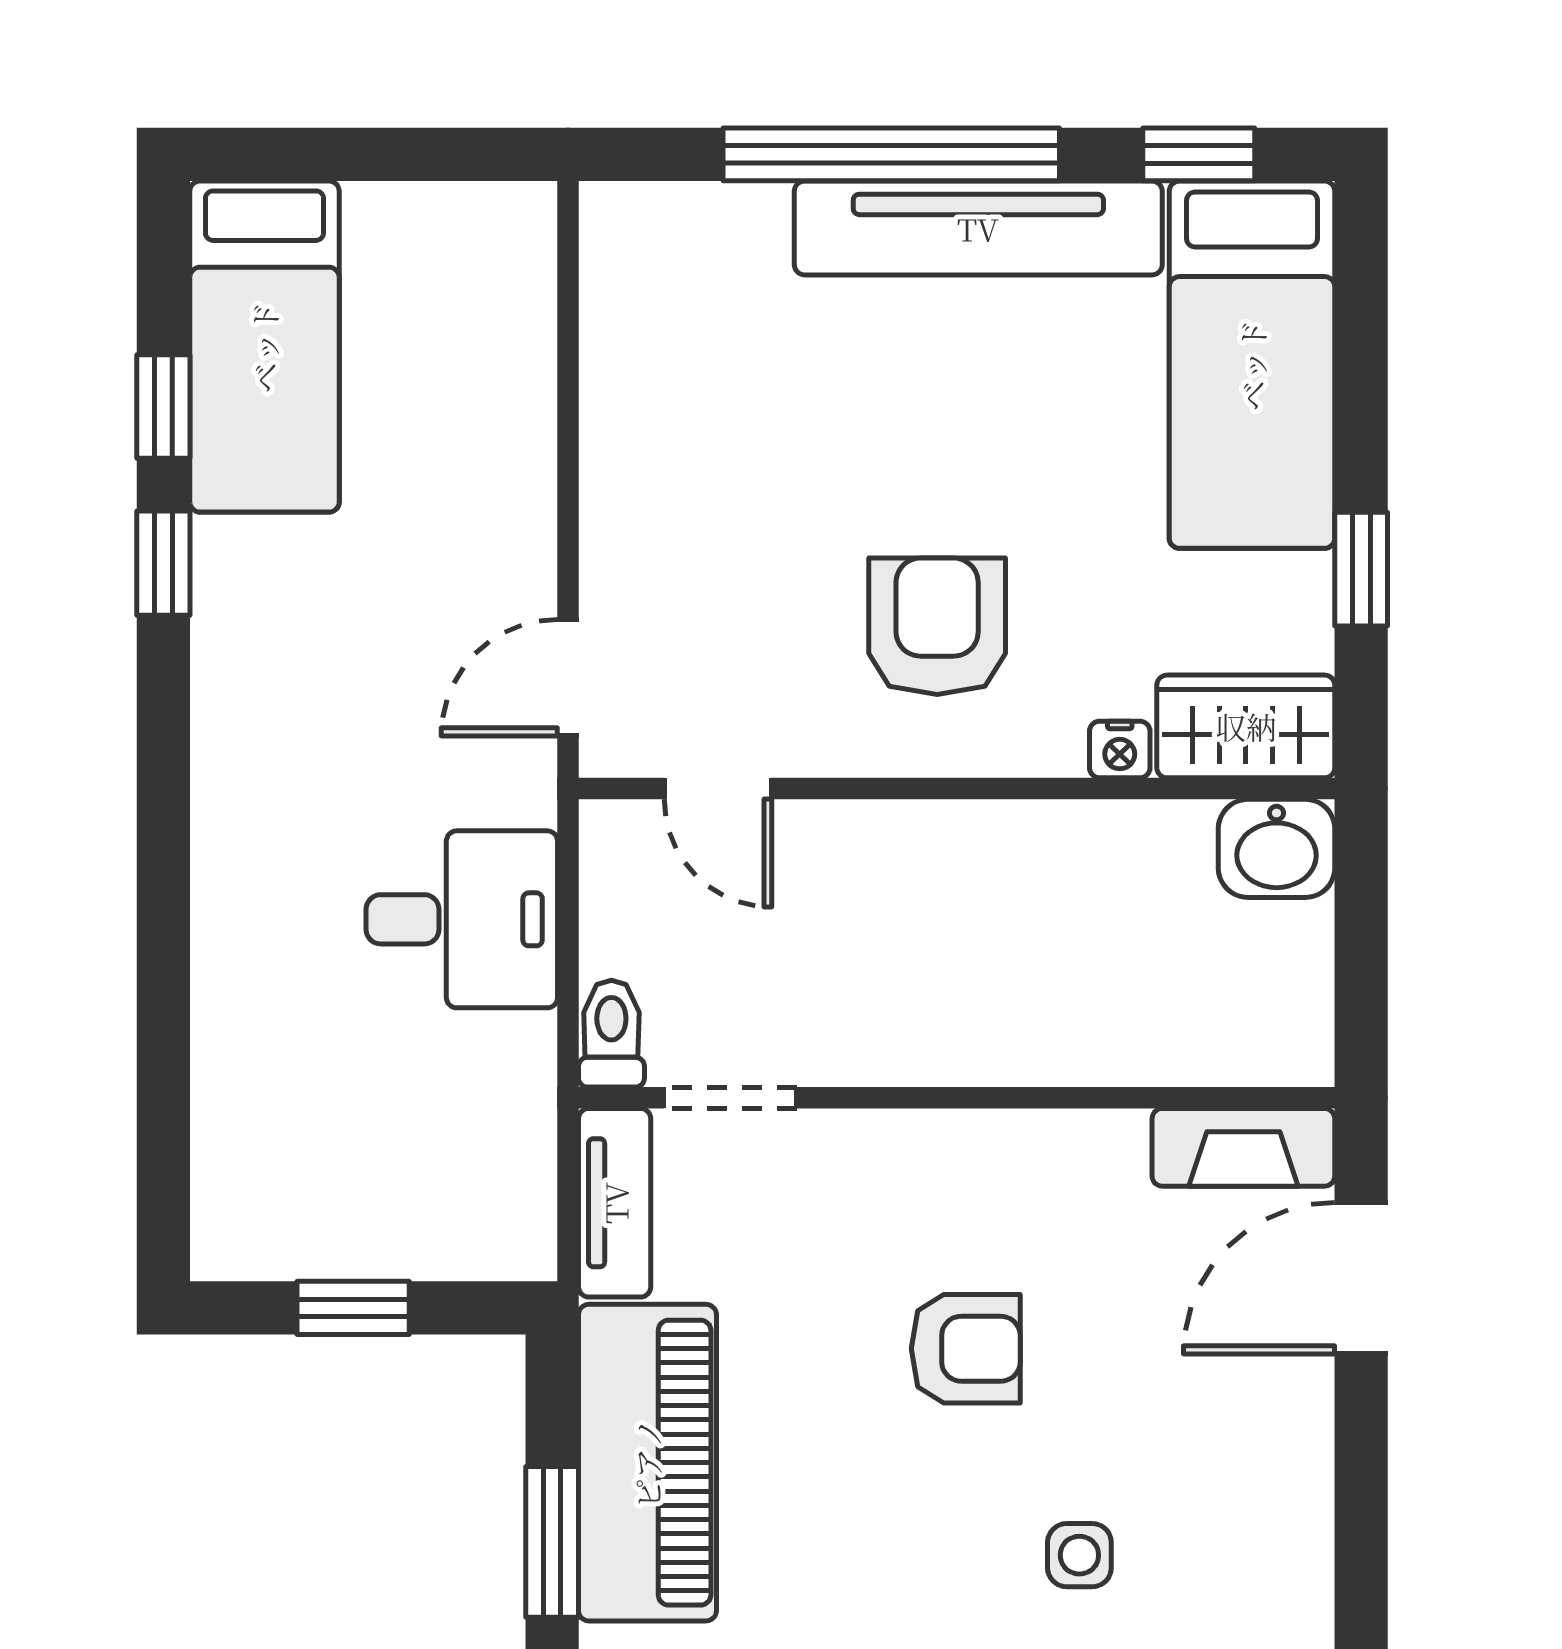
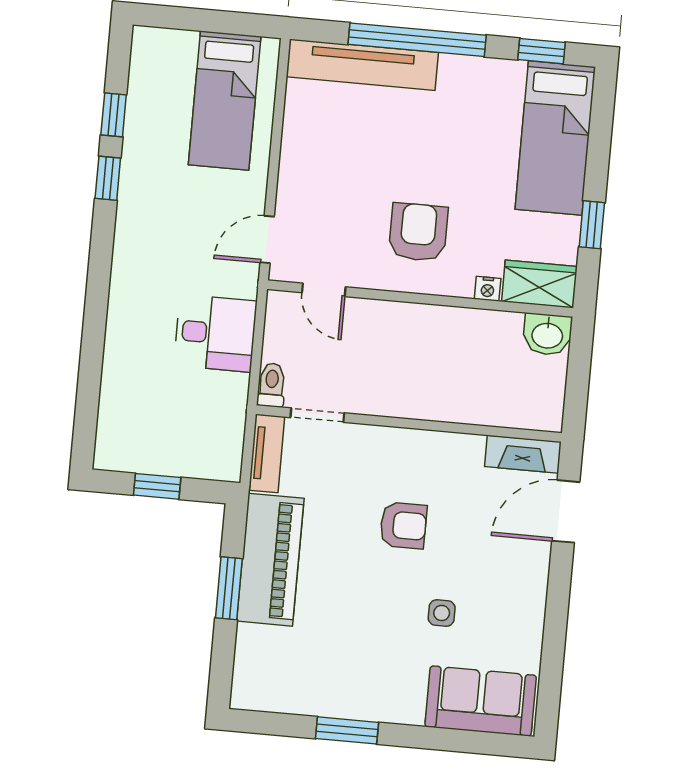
tv unit: (978, 228) -> (362, 65), moved
bed: (264, 347) -> (225, 101), moved

